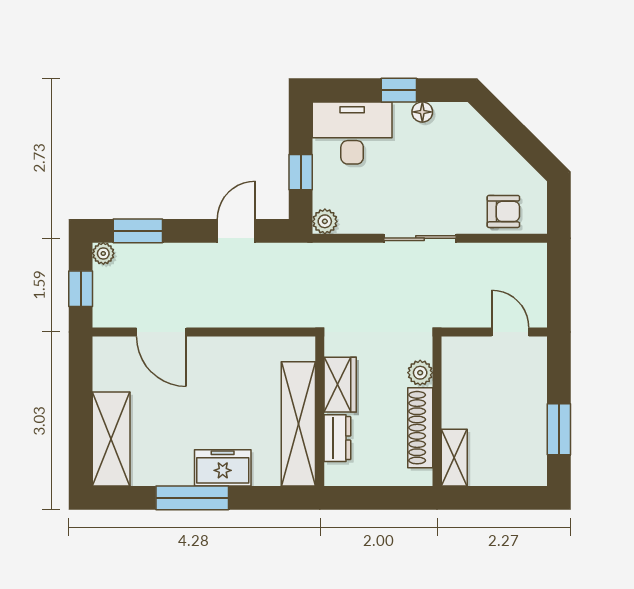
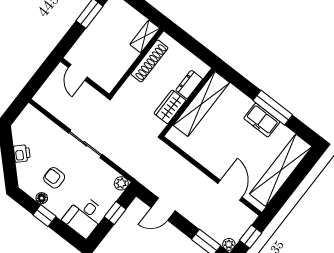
desk: (352, 133) -> (84, 216), width x0.73
printer: (500, 154) -> (22, 153), added
armchair: (503, 211) -> (54, 178), moved
plant: (420, 373) -> (131, 85), removed
shelving: (111, 439) -> (281, 170), width x1.47
freezer: (223, 468) -> (262, 120), moved

